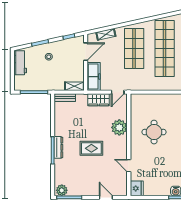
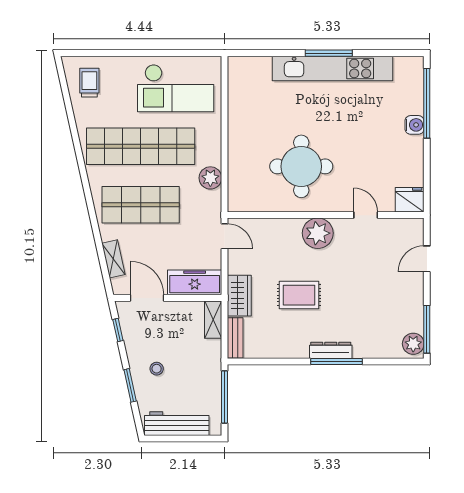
workbench: (20, 63) -> (177, 424), width x1.38
plant: (148, 85) -> (210, 178), added
wardrobe: (99, 100) -> (239, 296), moved
plant: (119, 127) -> (318, 233), moved
round table: (154, 132) -> (301, 166), width x1.36, depth x1.36
rug: (91, 148) -> (299, 295), moved, turned 90
door: (129, 166) -> (366, 215), swing flipped

